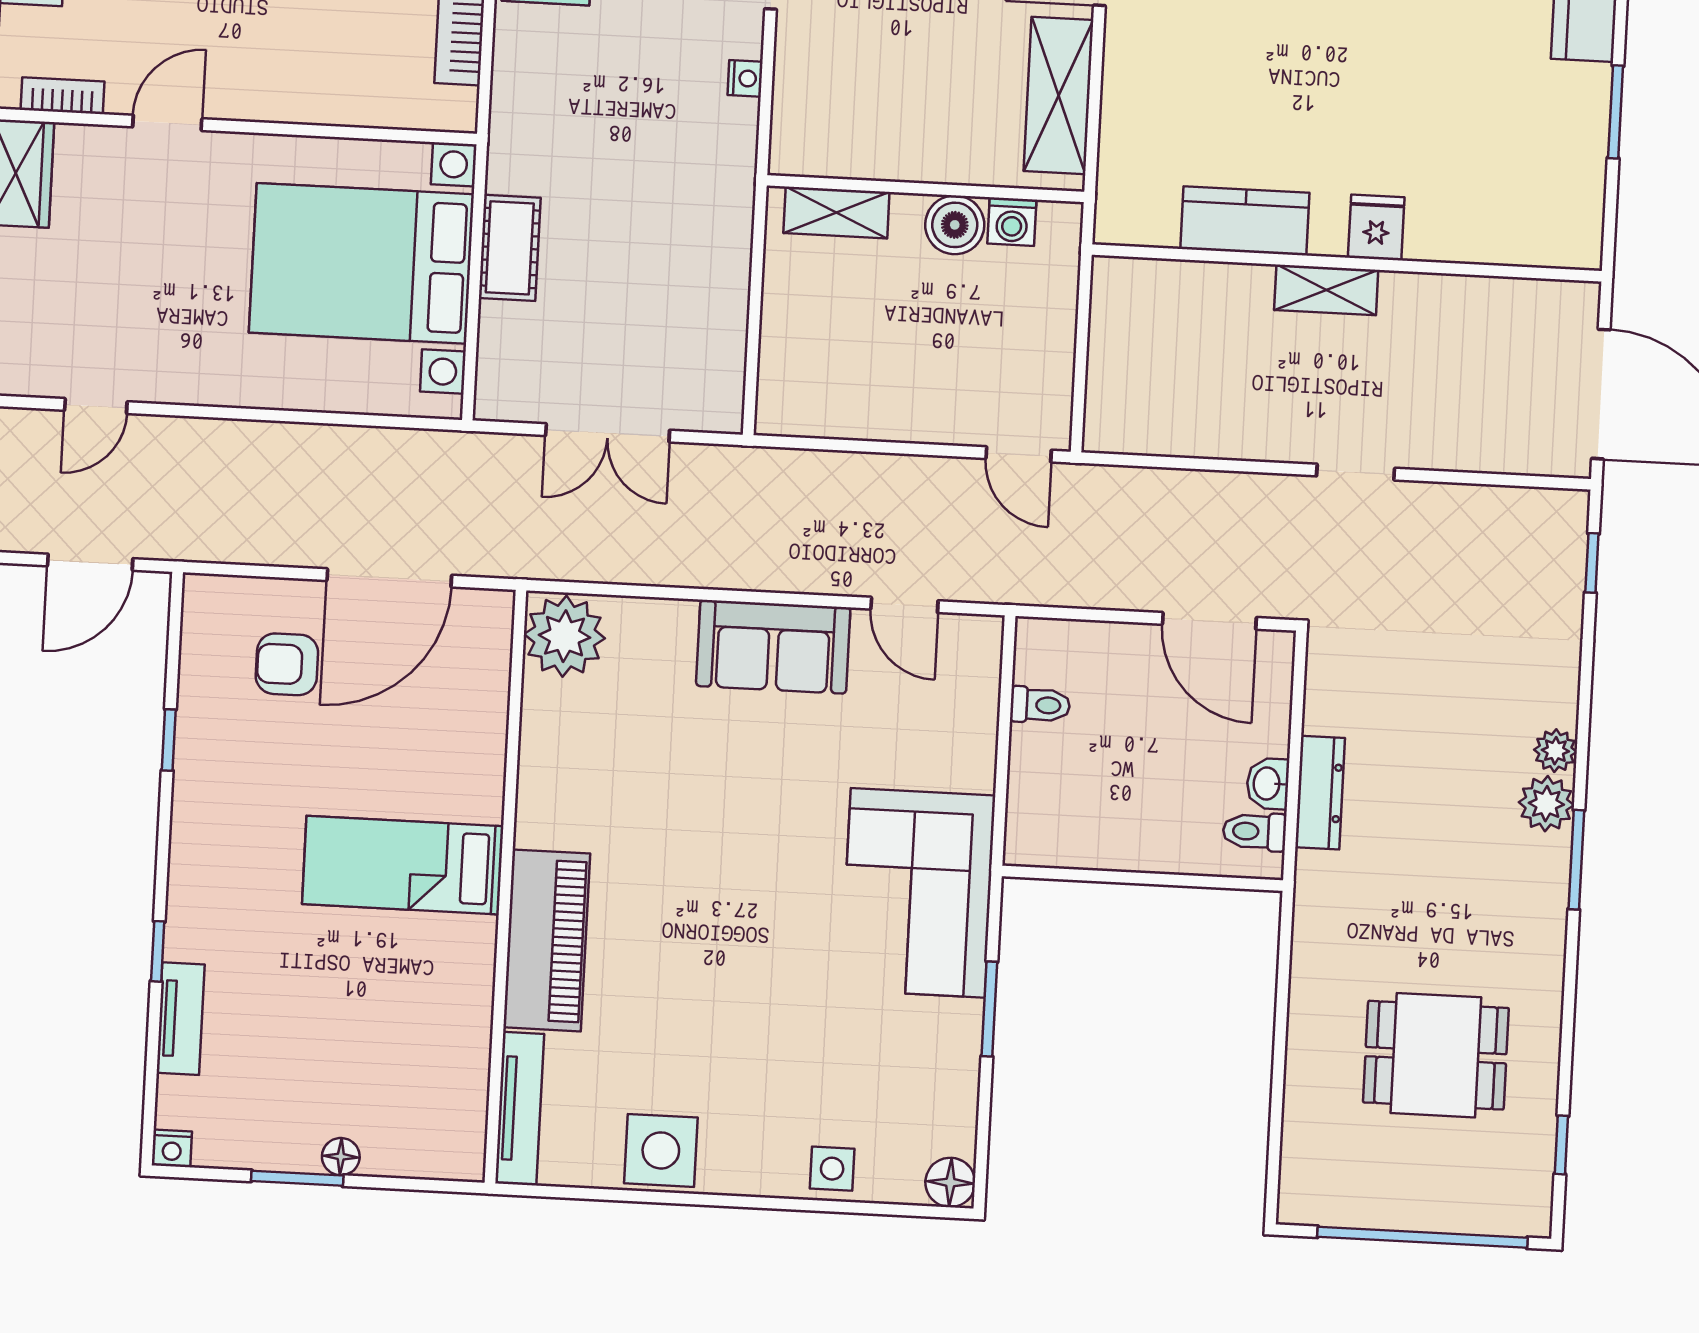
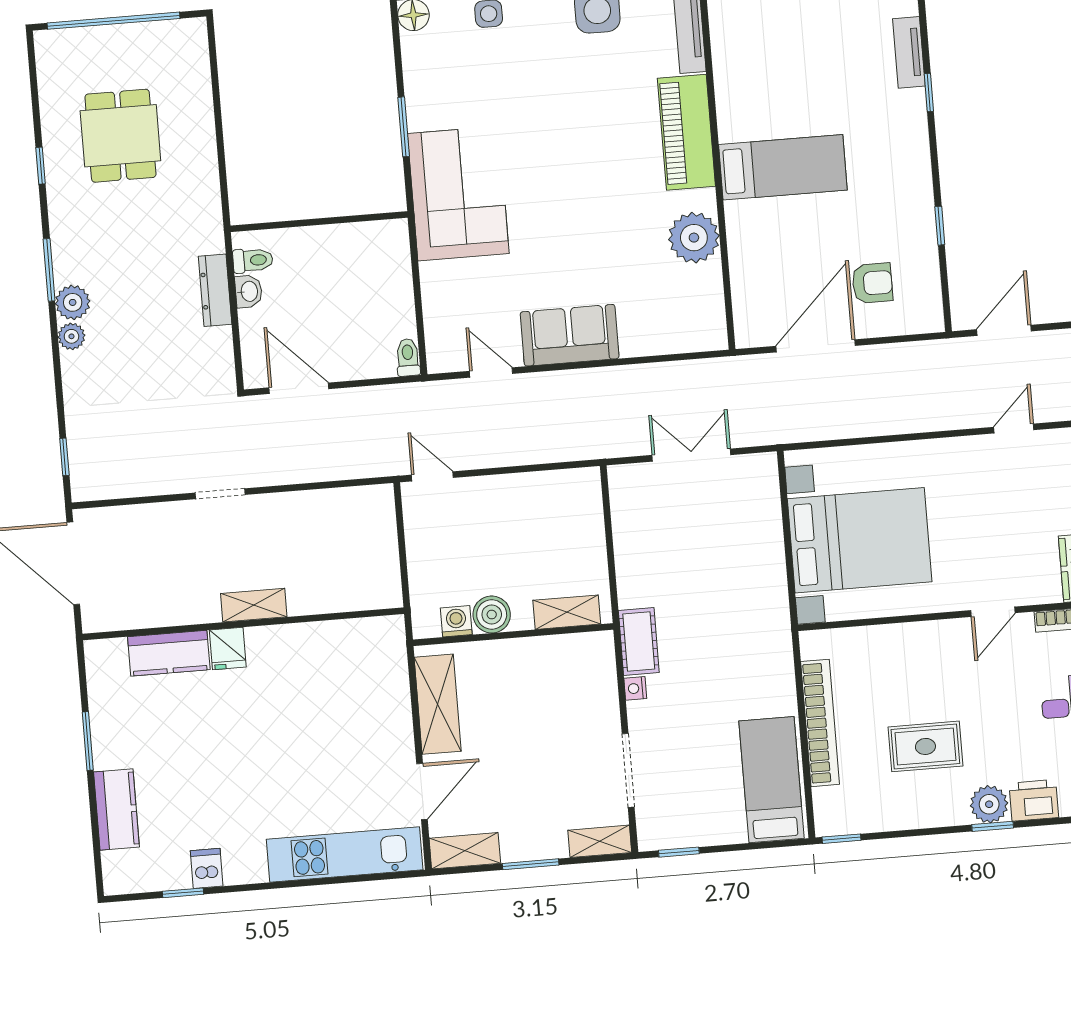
kitchen counter: (1245, 221) -> (169, 653), moved
cot: (510, 248) -> (639, 642), moved
plant: (564, 636) -> (694, 238), moved
toilet: (1040, 705) -> (408, 357), moved, turned 90
dining table: (1436, 1055) -> (120, 136), turned 90
window: (1561, 1145) -> (41, 166), moved

